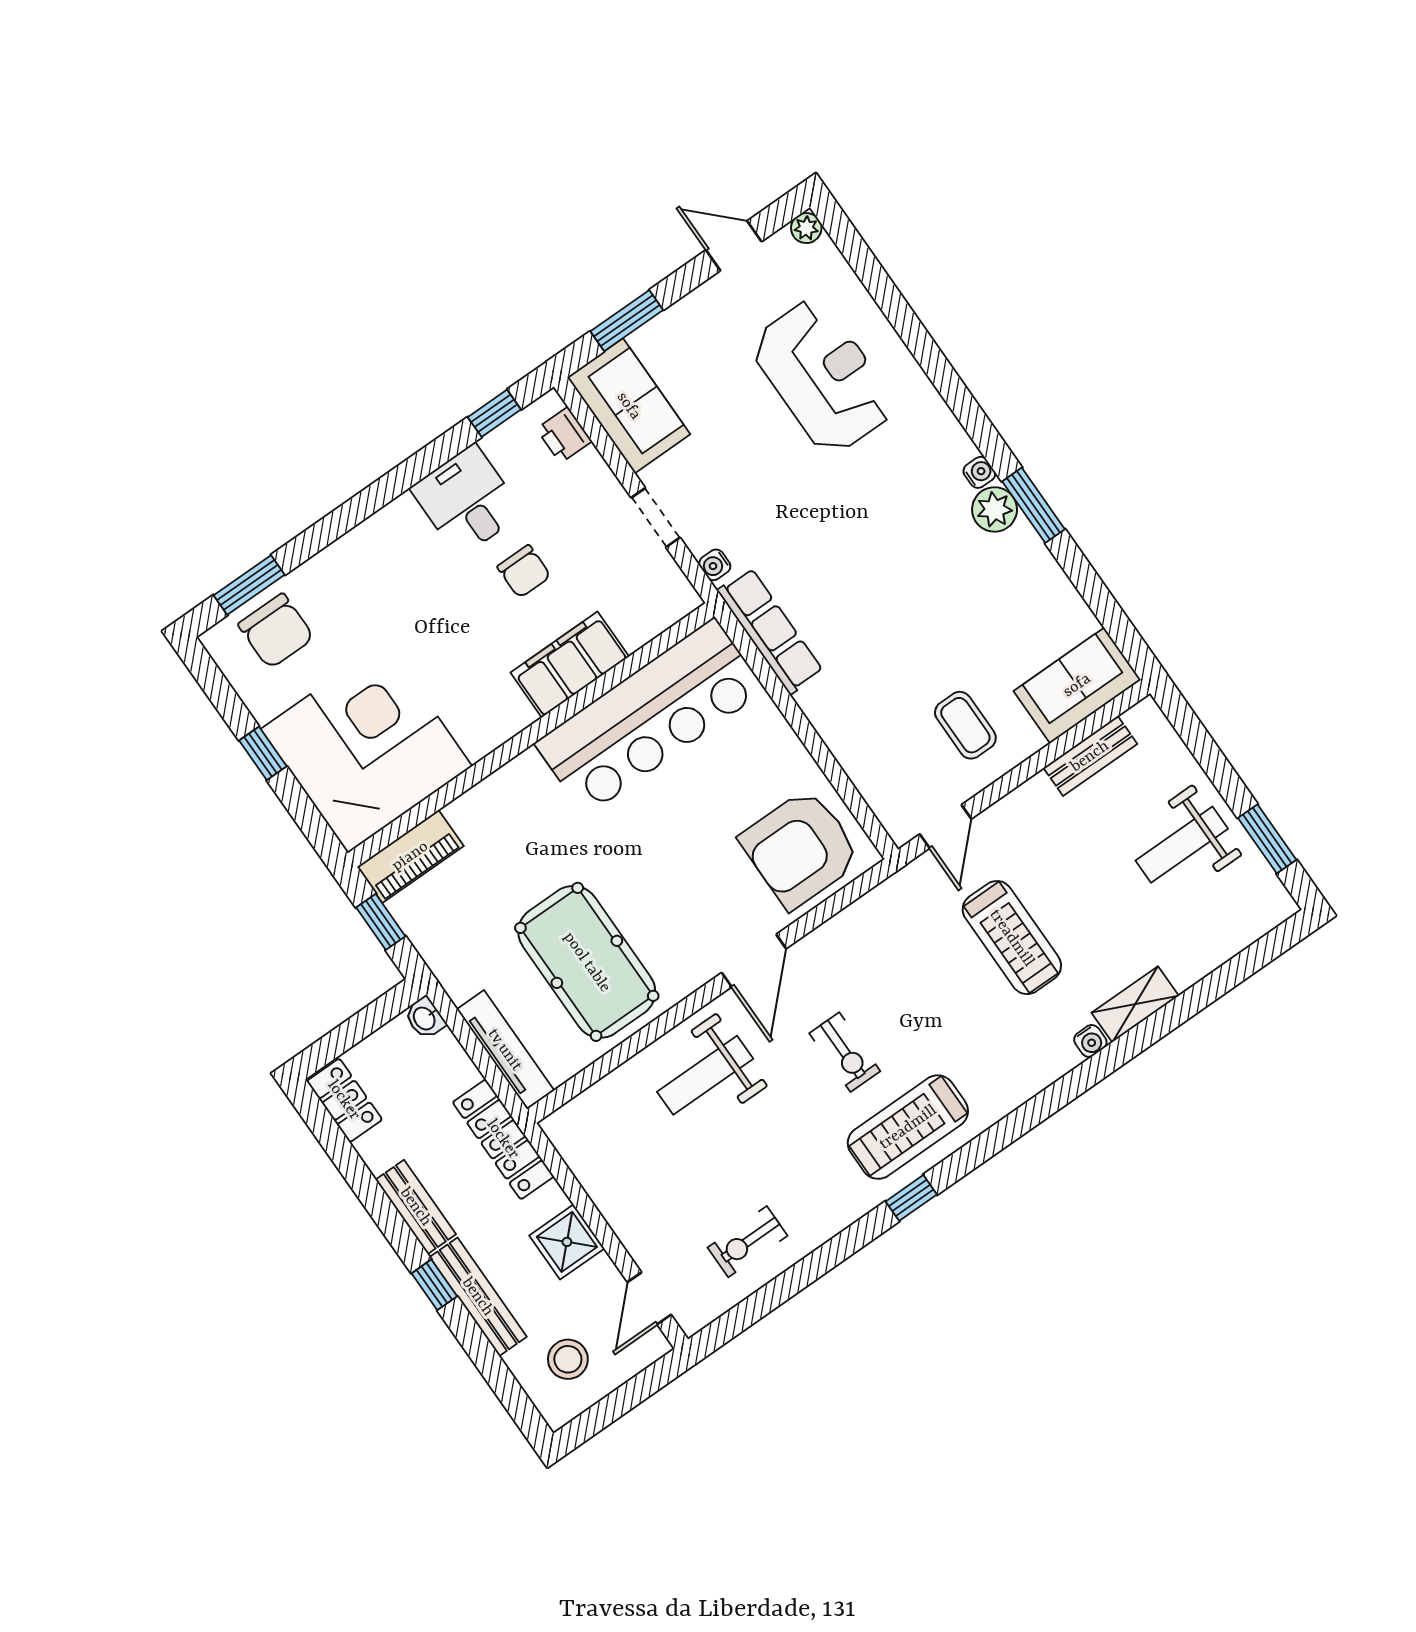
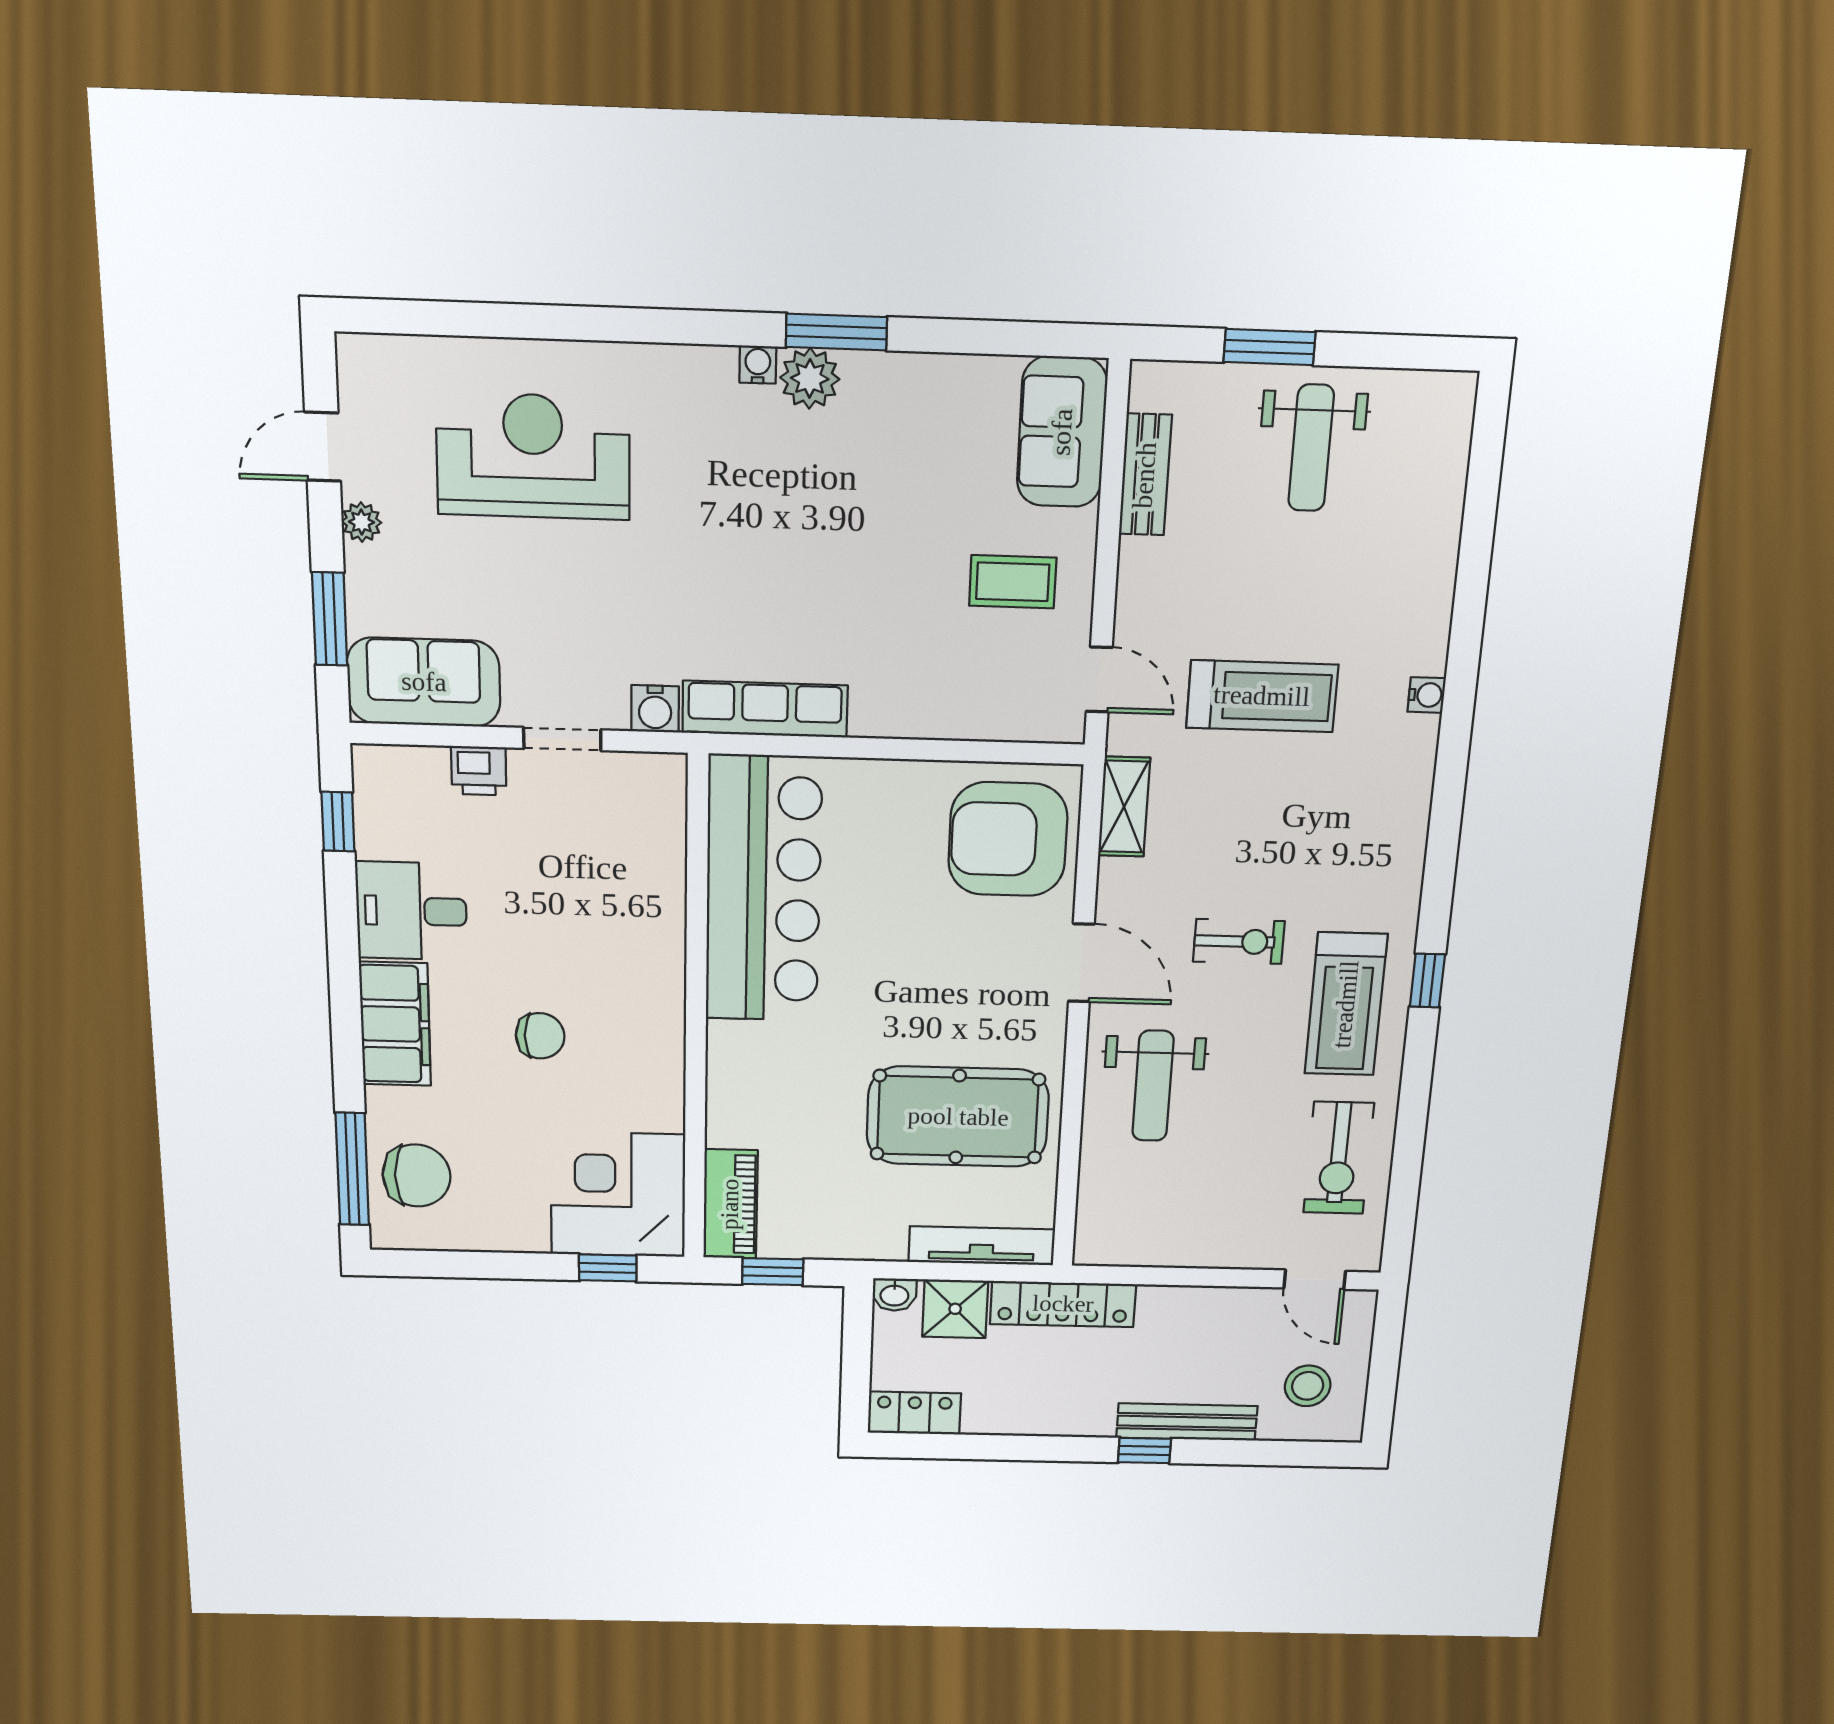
plant: (806, 228) -> (362, 522), moved
printer: (564, 435) -> (479, 771), moved
water cooler: (715, 565) -> (655, 709), width x1.38, depth x1.38
chair: (524, 571) -> (540, 1036), moved
window: (249, 585) -> (352, 1169), width x1.44
filing cabinet: (570, 665) -> (395, 1024), moved, turned 180
corner desk: (366, 748) -> (618, 1195), width x0.74, depth x0.74
window: (263, 753) -> (608, 1268), moved
window: (1267, 839) -> (1269, 347), moved
armchair: (800, 849) -> (1008, 839), turned 90
shelving: (1135, 1004) -> (1124, 807), moved
treadmill: (908, 1127) -> (1346, 1004), moved
bench: (416, 1207) -> (1062, 1419), removed
shower: (567, 1242) -> (955, 1309), moved
exercise bike: (748, 1242) -> (1339, 1158), width x1.38, depth x1.39

